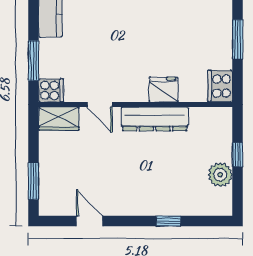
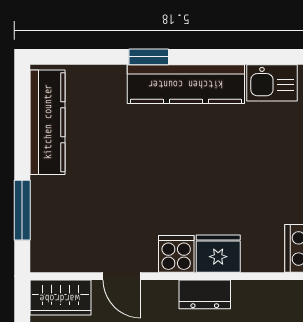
cooker: (51, 90) -> (176, 254), moved, turned -90
dresser: (155, 119) -> (205, 294), width x0.51, depth x0.80

